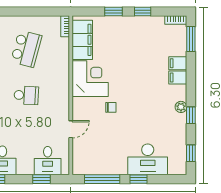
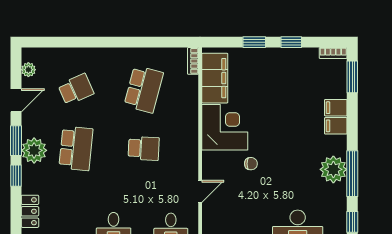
plant: (181, 107) -> (333, 169), width x1.88, depth x1.88
window: (191, 115) -> (352, 174), width x2.17

